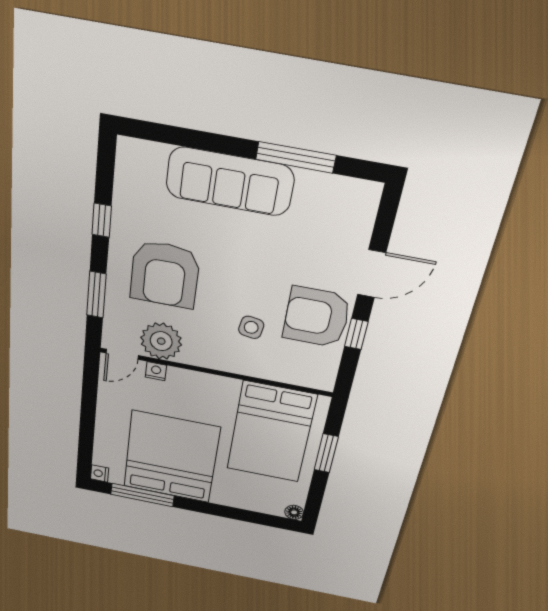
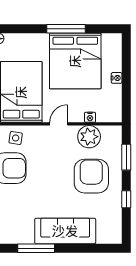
side table: (251, 327) -> (16, 138), moved
door: (122, 354) -> (59, 124), moved
nightstand: (99, 473) -> (117, 78), moved
window: (142, 495) -> (66, 29), moved

